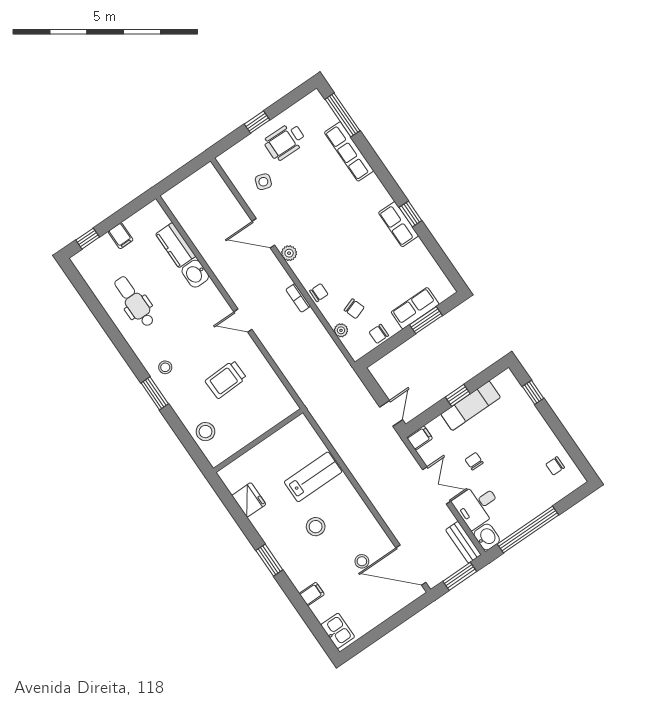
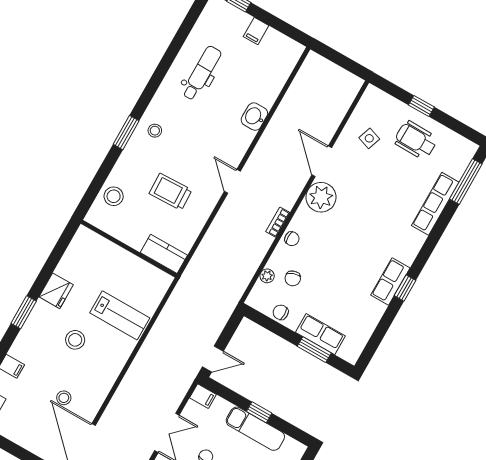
kitchen counter: (176, 245) -> (164, 254), moved, turned 90
plant: (289, 253) -> (321, 197), width x1.87, depth x1.87
fridge: (249, 500) -> (56, 291), moved

